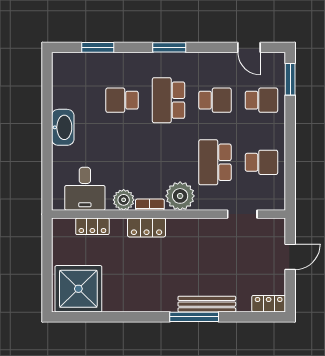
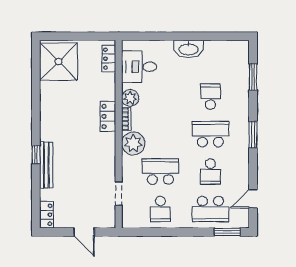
school desk: (261, 100) -> (210, 209), width x1.85
locker: (92, 226) -> (109, 59), moved
window: (194, 317) -> (36, 155), width x0.46

